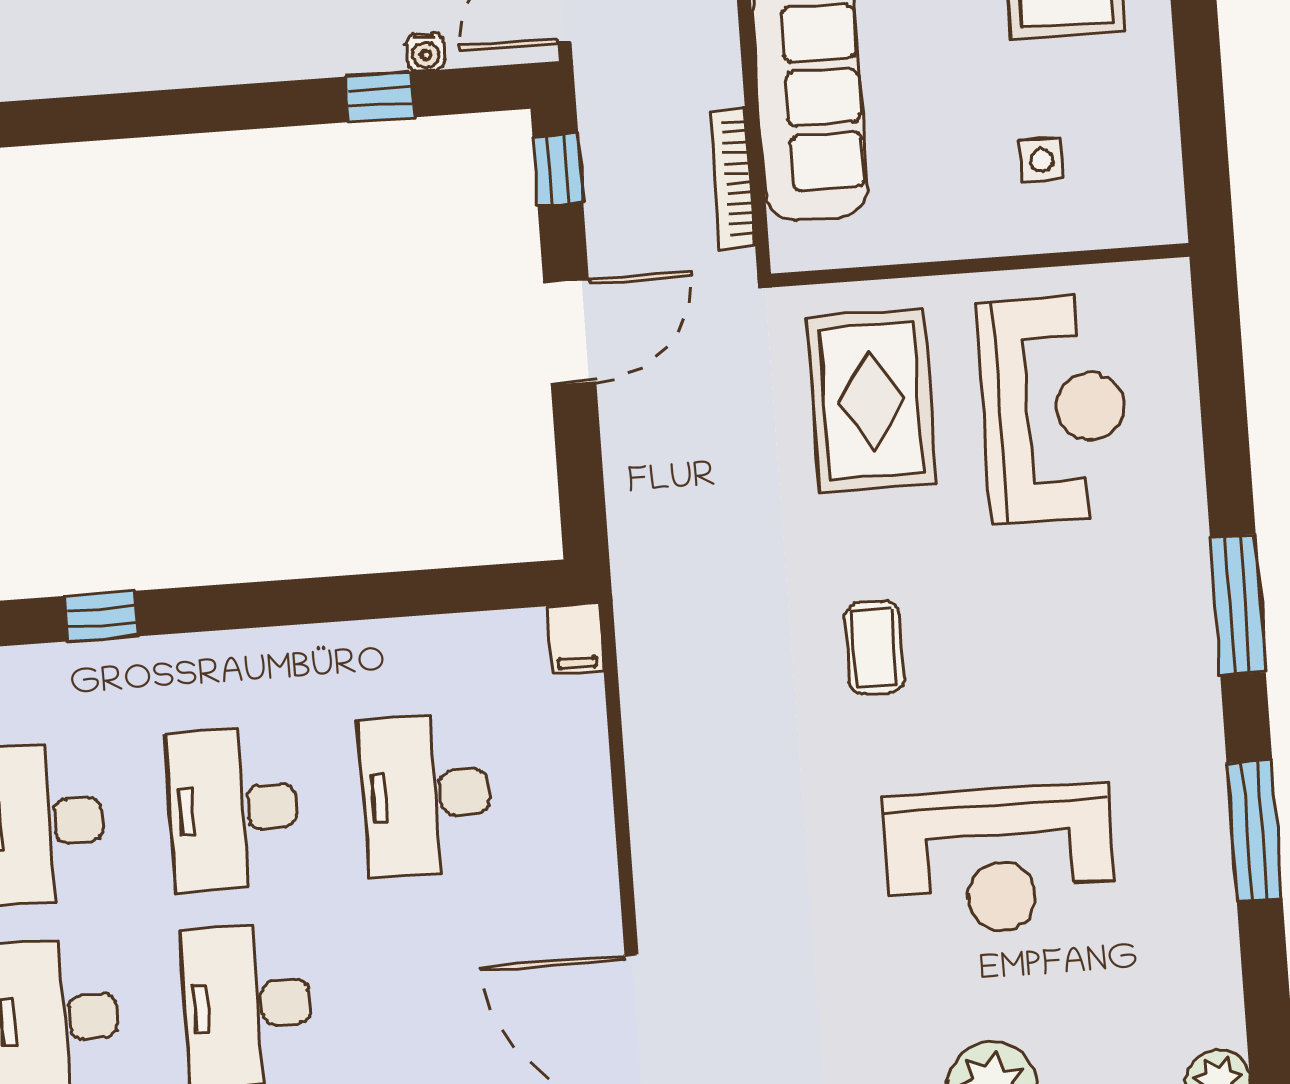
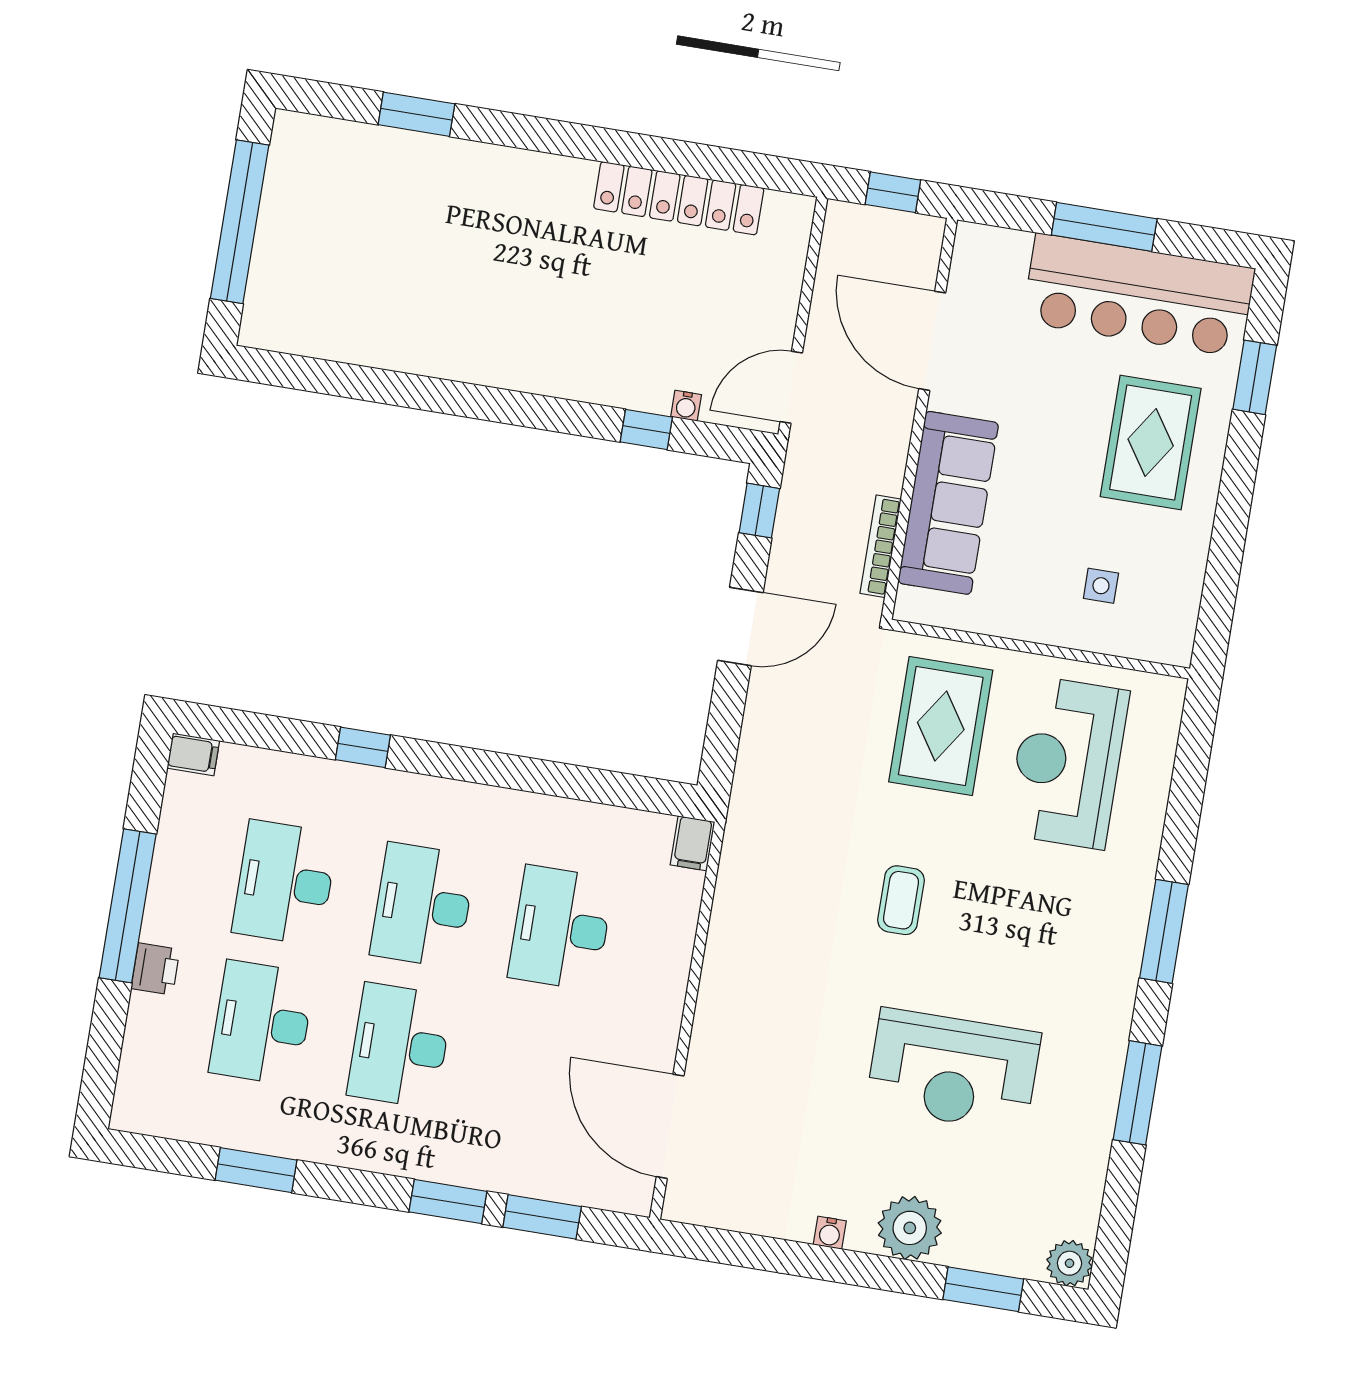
reception desk: (1054, 409) -> (1067, 763), turned 180

